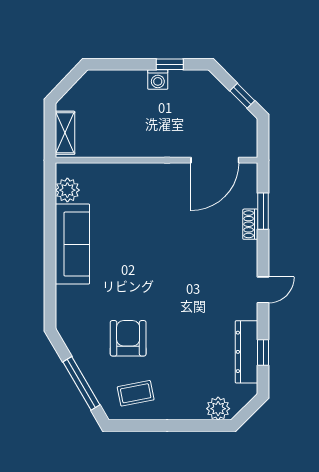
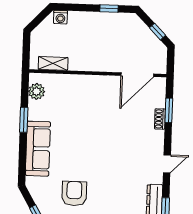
washing machine: (158, 79) -> (60, 17), moved
shelving: (65, 133) -> (53, 63), moved, turned 90
window: (50, 232) -> (24, 120), added
sofa: (72, 244) -> (38, 149), moved

